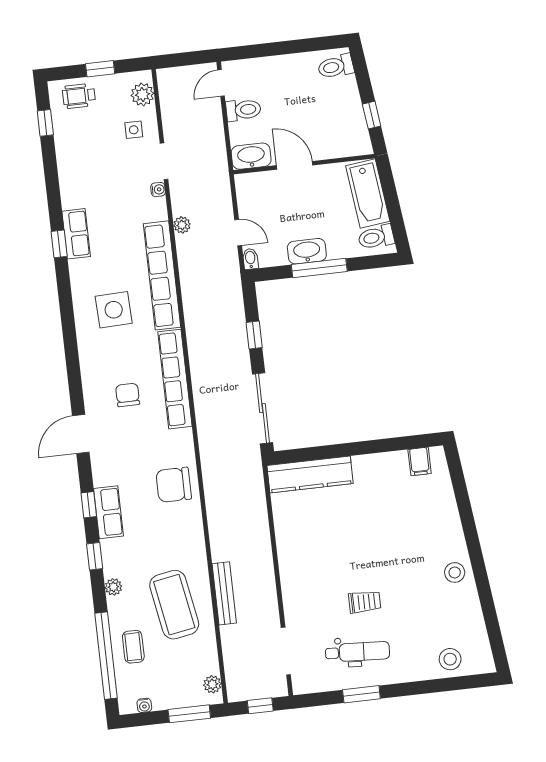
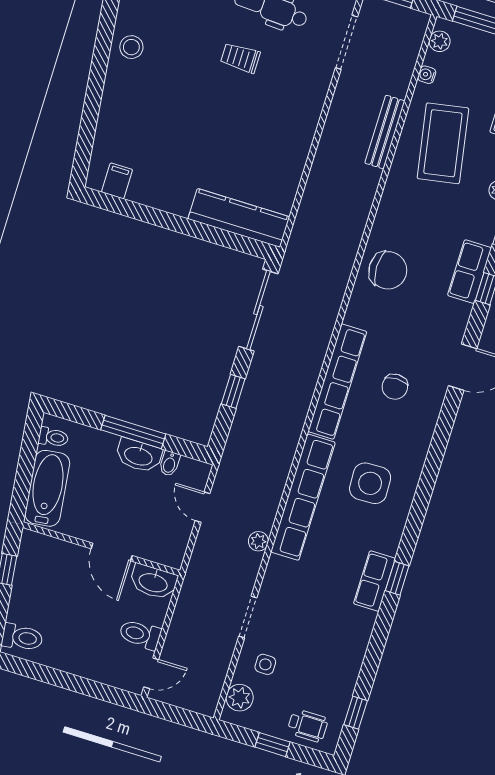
water cooler: (158, 190) -> (427, 75), moved
toilet: (376, 237) -> (53, 437), width x0.73, depth x0.72
bidet: (250, 259) -> (170, 464), moved

